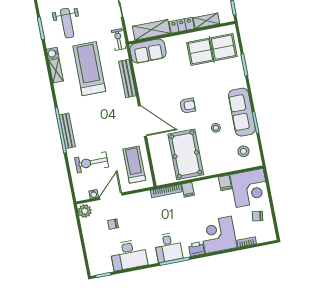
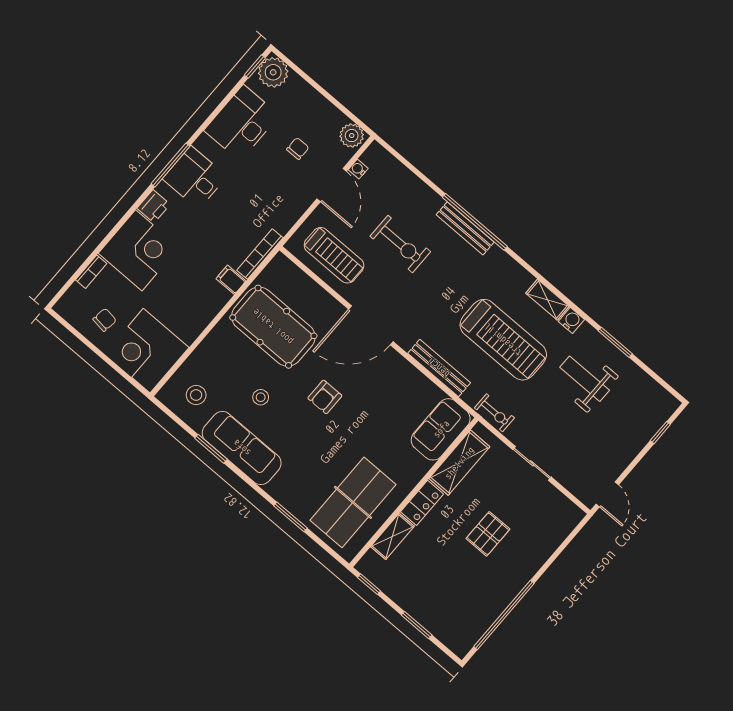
exercise bike: (92, 162) -> (400, 244), moved, turned 90
filing cabinet: (225, 183) -> (187, 331), removed
plant: (97, 266) -> (273, 72), added

